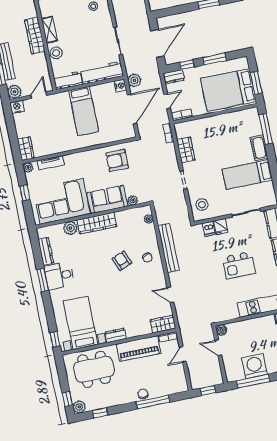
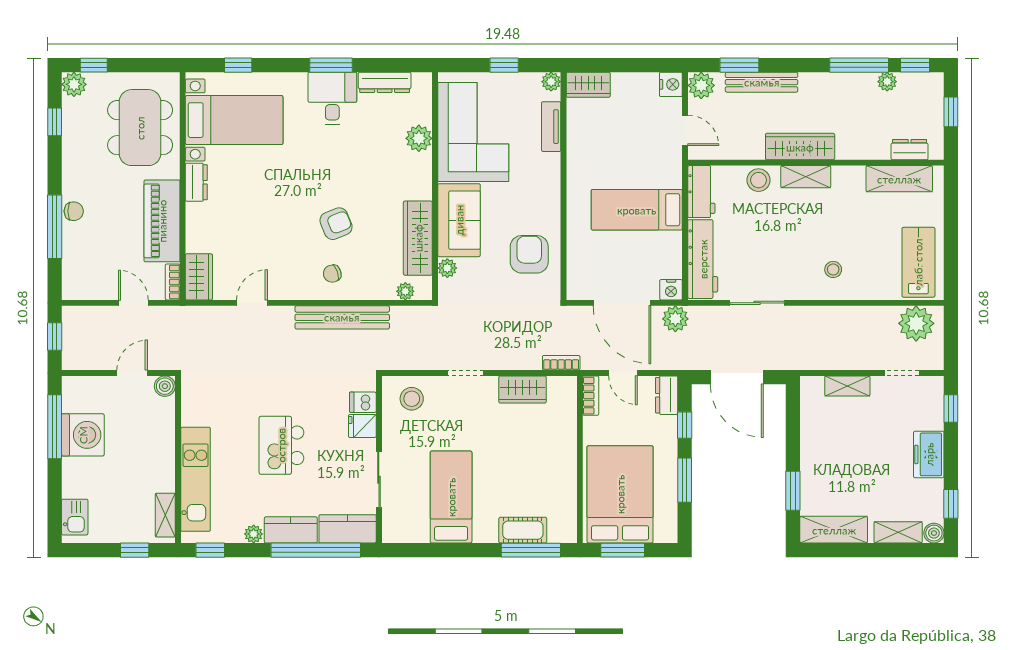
cot: (259, 148) -> (523, 530), moved
wardrobe: (97, 223) -> (418, 238), moved
window: (55, 339) -> (238, 65), moved

